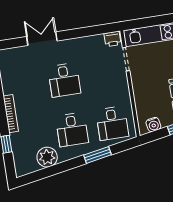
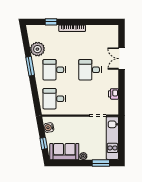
double door: (42, 39) -> (121, 59), swing flipped
printer: (112, 39) -> (114, 94), moved
window: (98, 155) -> (30, 66), moved

